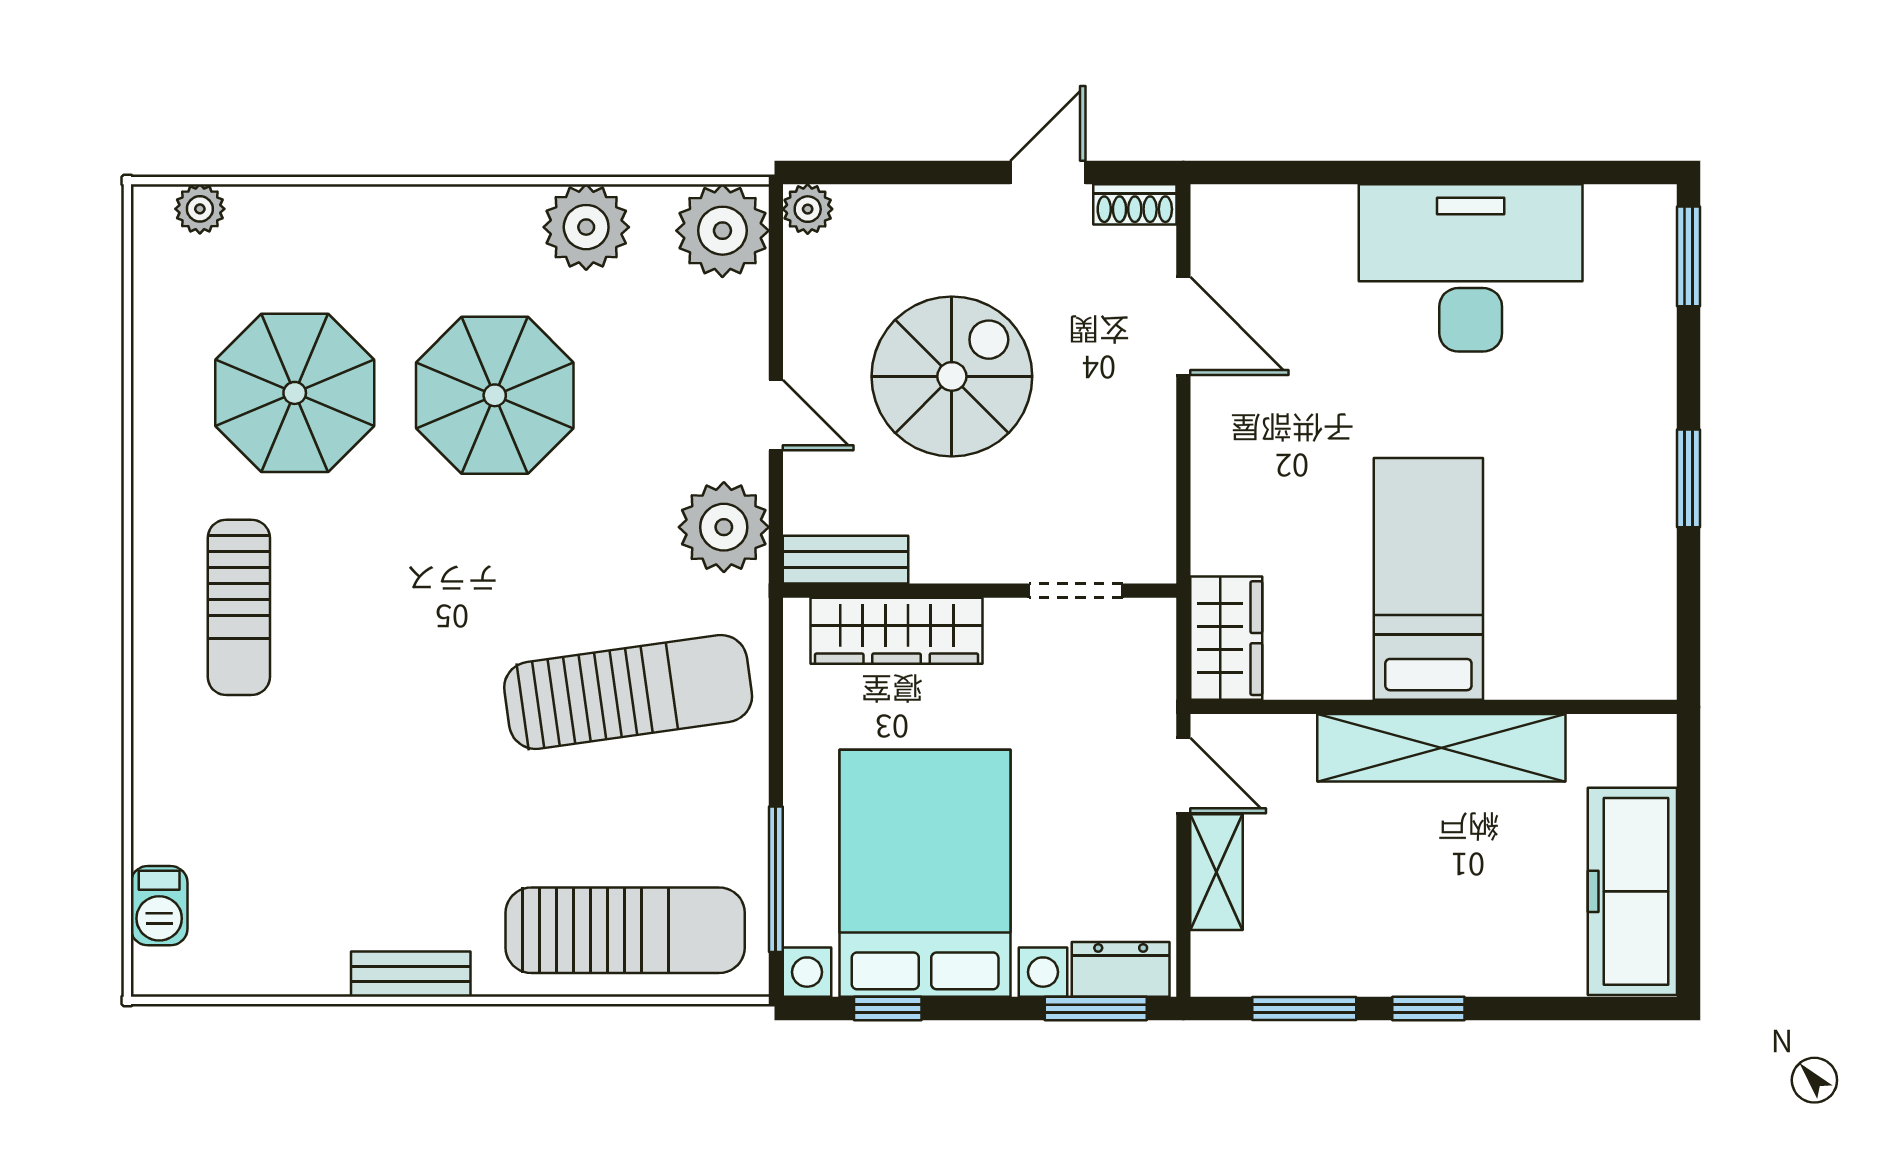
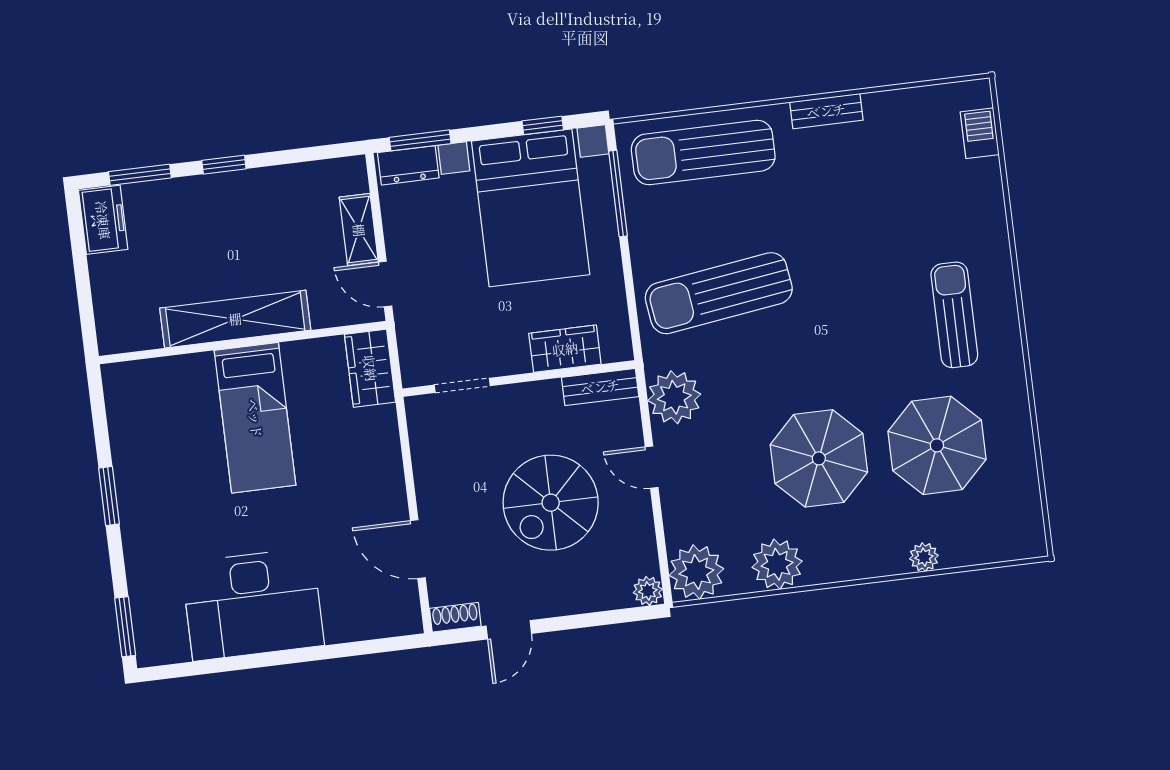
plant: (200, 209) -> (924, 557), moved
wardrobe: (897, 631) -> (565, 349), width x0.67
freezer: (1632, 891) -> (103, 220), width x0.52, depth x0.79
window: (1304, 1008) -> (140, 175), moved

